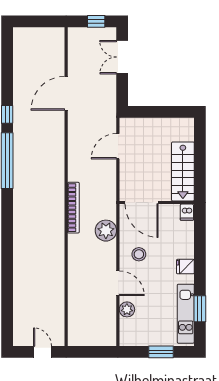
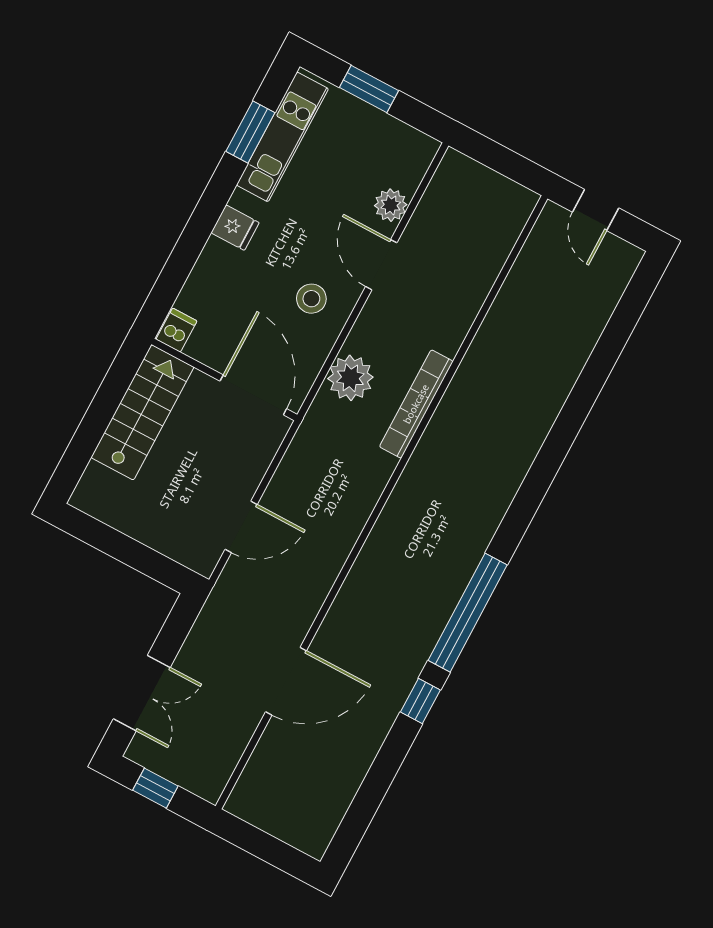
bookcase: (73, 208) -> (416, 404), moved

